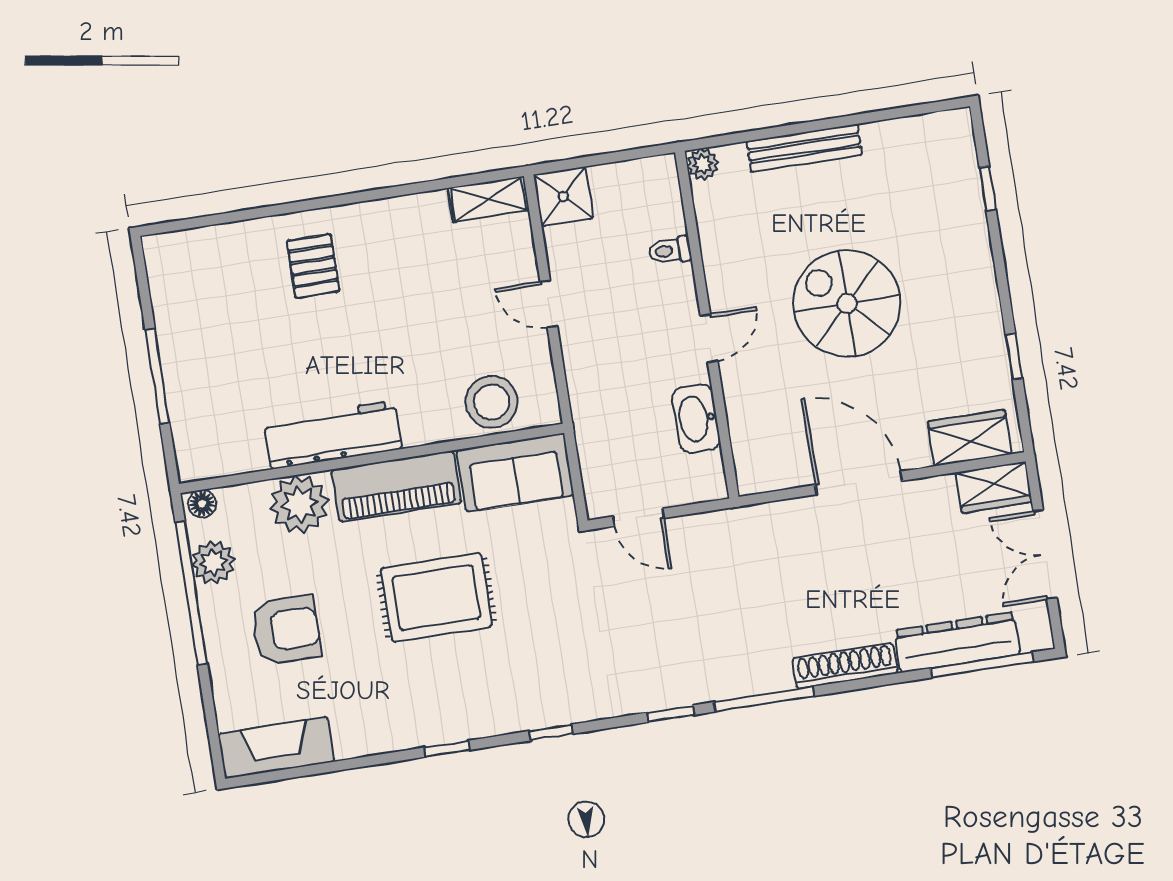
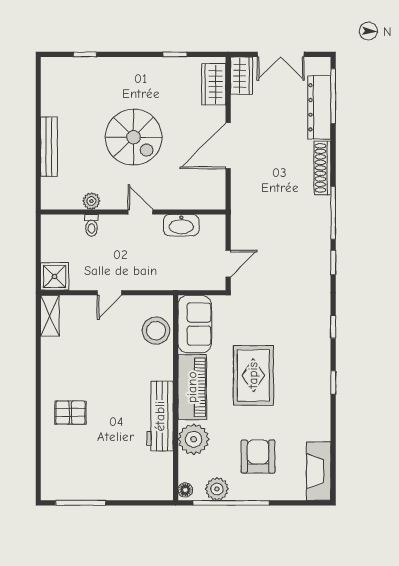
plant: (703, 164) -> (91, 201), moved
spiral stairs: (847, 303) -> (134, 137), turned -90
window: (157, 376) -> (81, 503), moved

